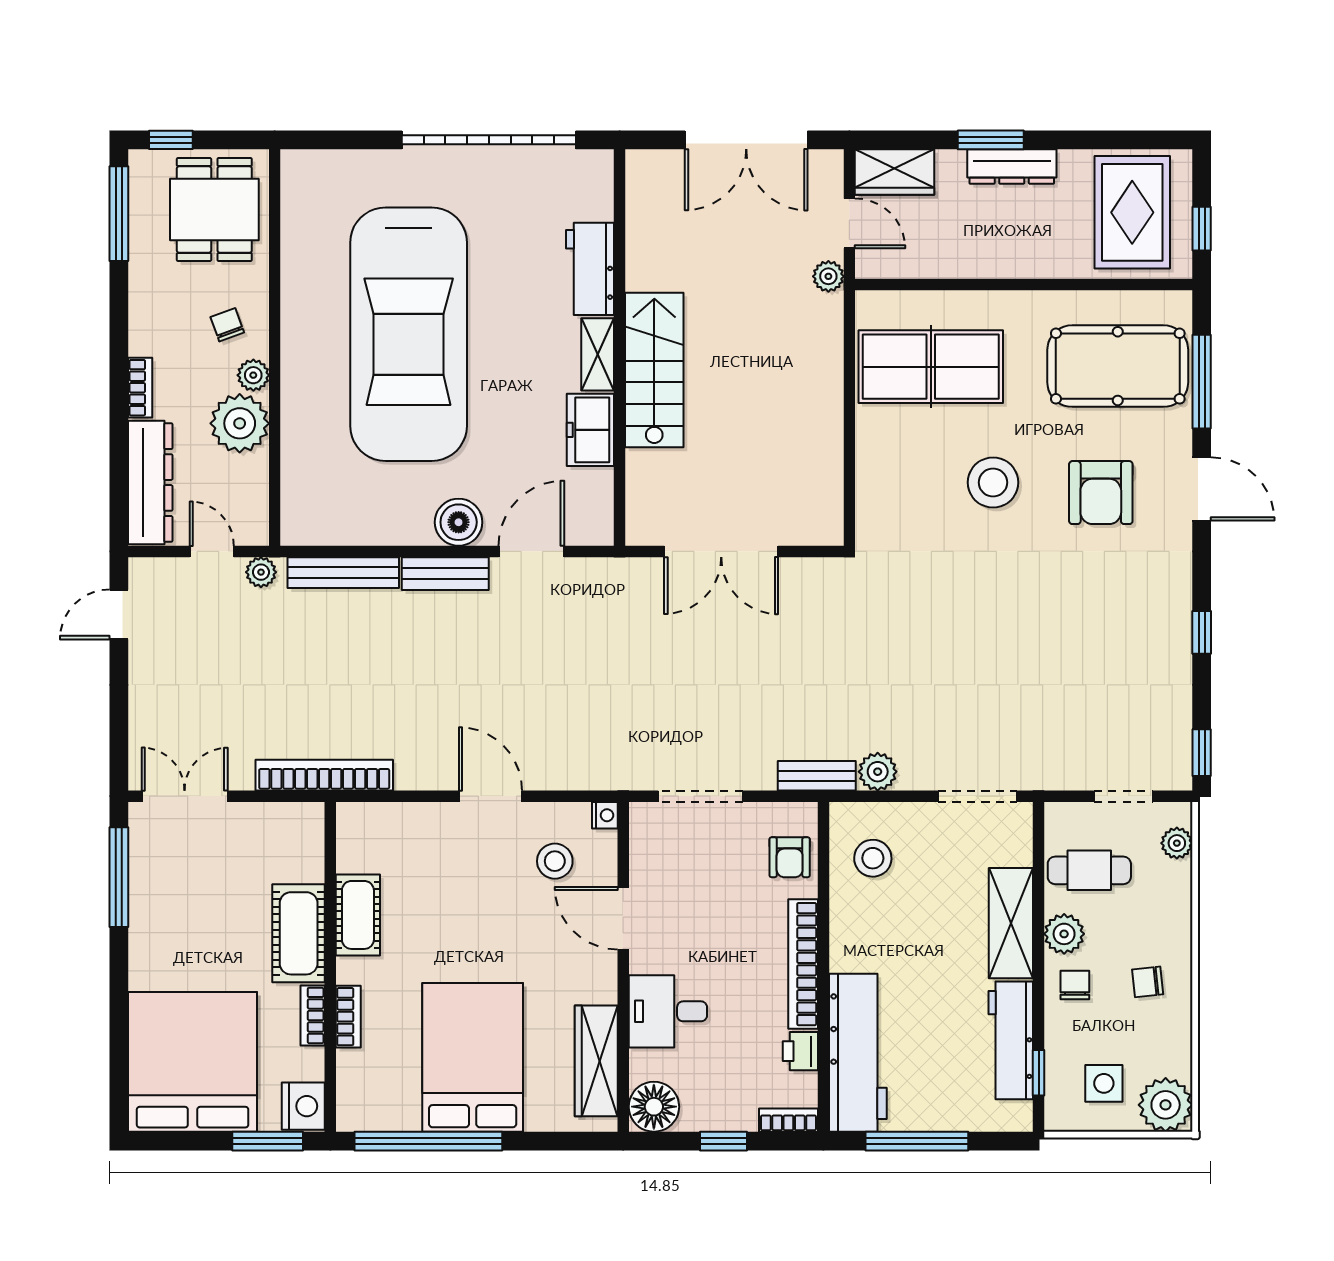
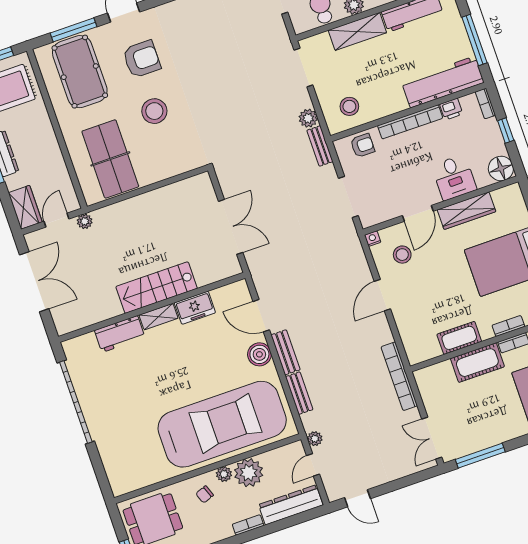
car: (409, 334) -> (222, 424), moved
bench: (343, 573) -> (299, 393), width x0.73
wardrobe: (596, 1061) -> (467, 211), moved

